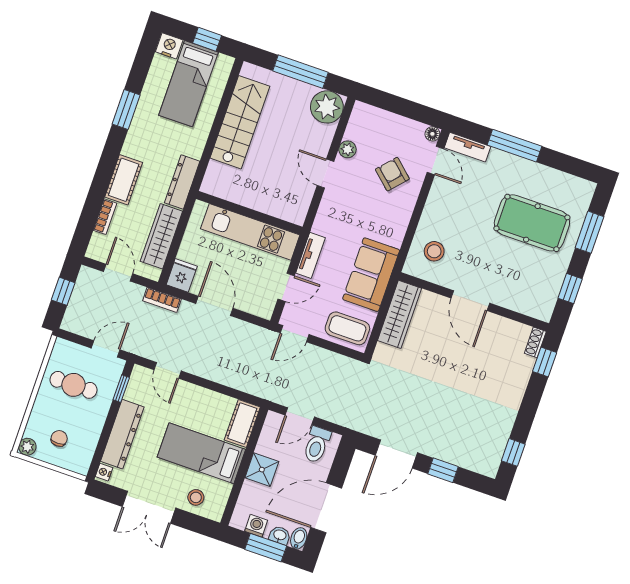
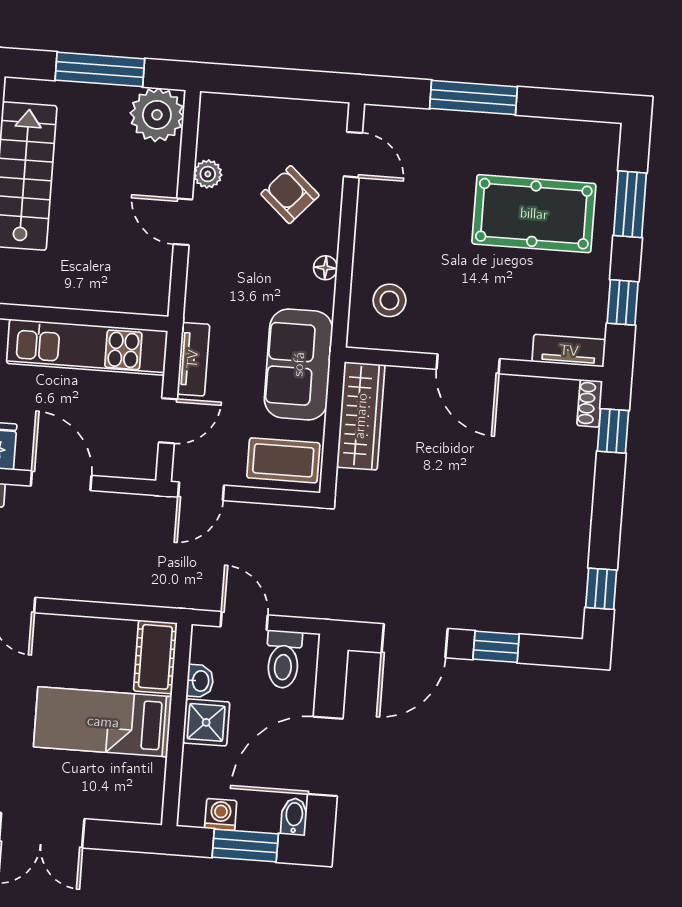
floor lamp: (432, 134) -> (325, 268), moved
tv unit: (467, 147) -> (569, 351), moved, turned 180
door: (300, 416) -> (244, 621), swing flipped
stool: (196, 497) -> (112, 795), removed
washbasin: (280, 535) -> (200, 681), moved, turned 90

